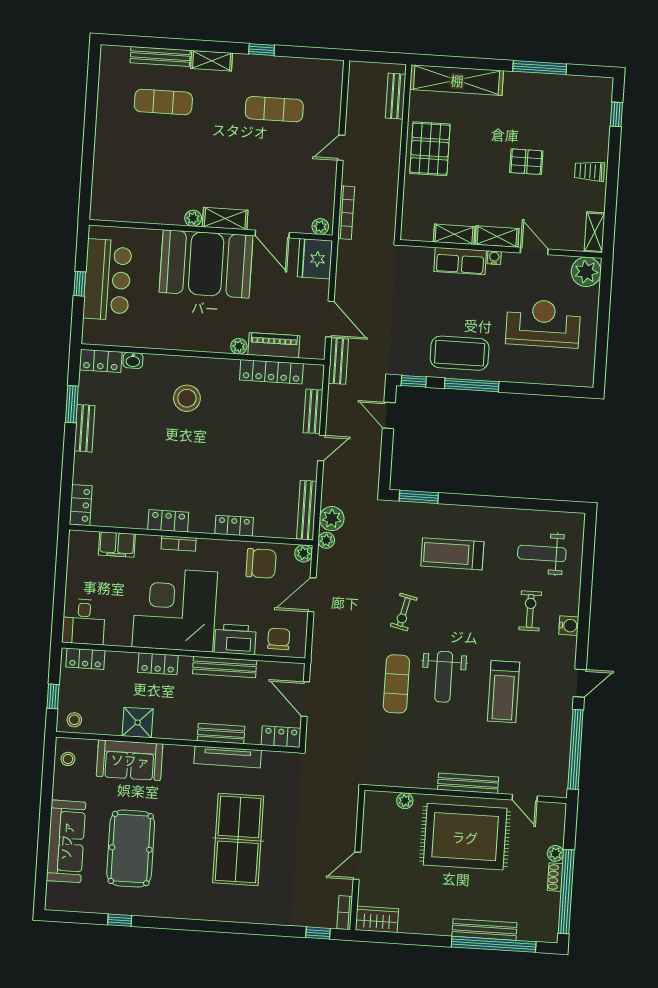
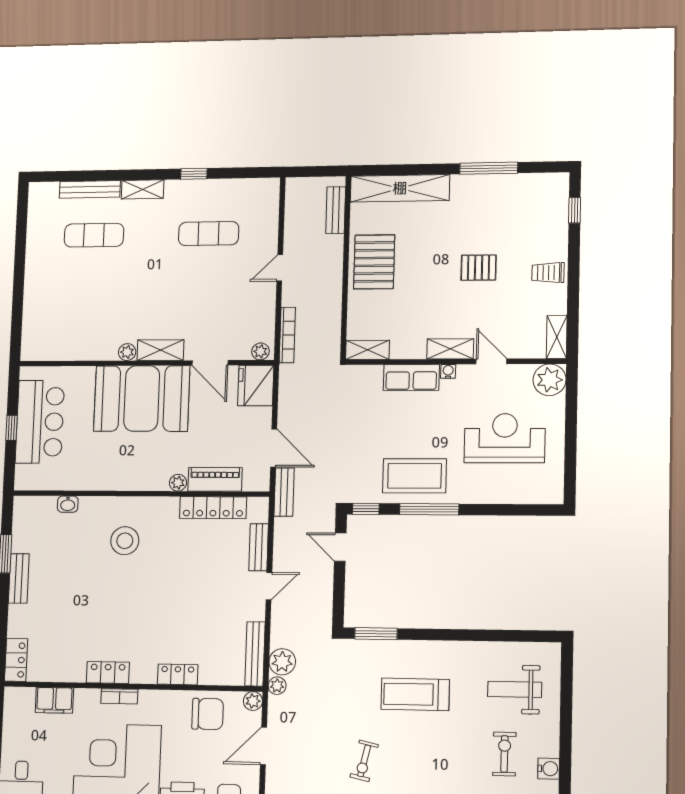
shelving: (454, 234) -> (368, 350), moved
locker: (101, 361) -> (34, 507), removed

